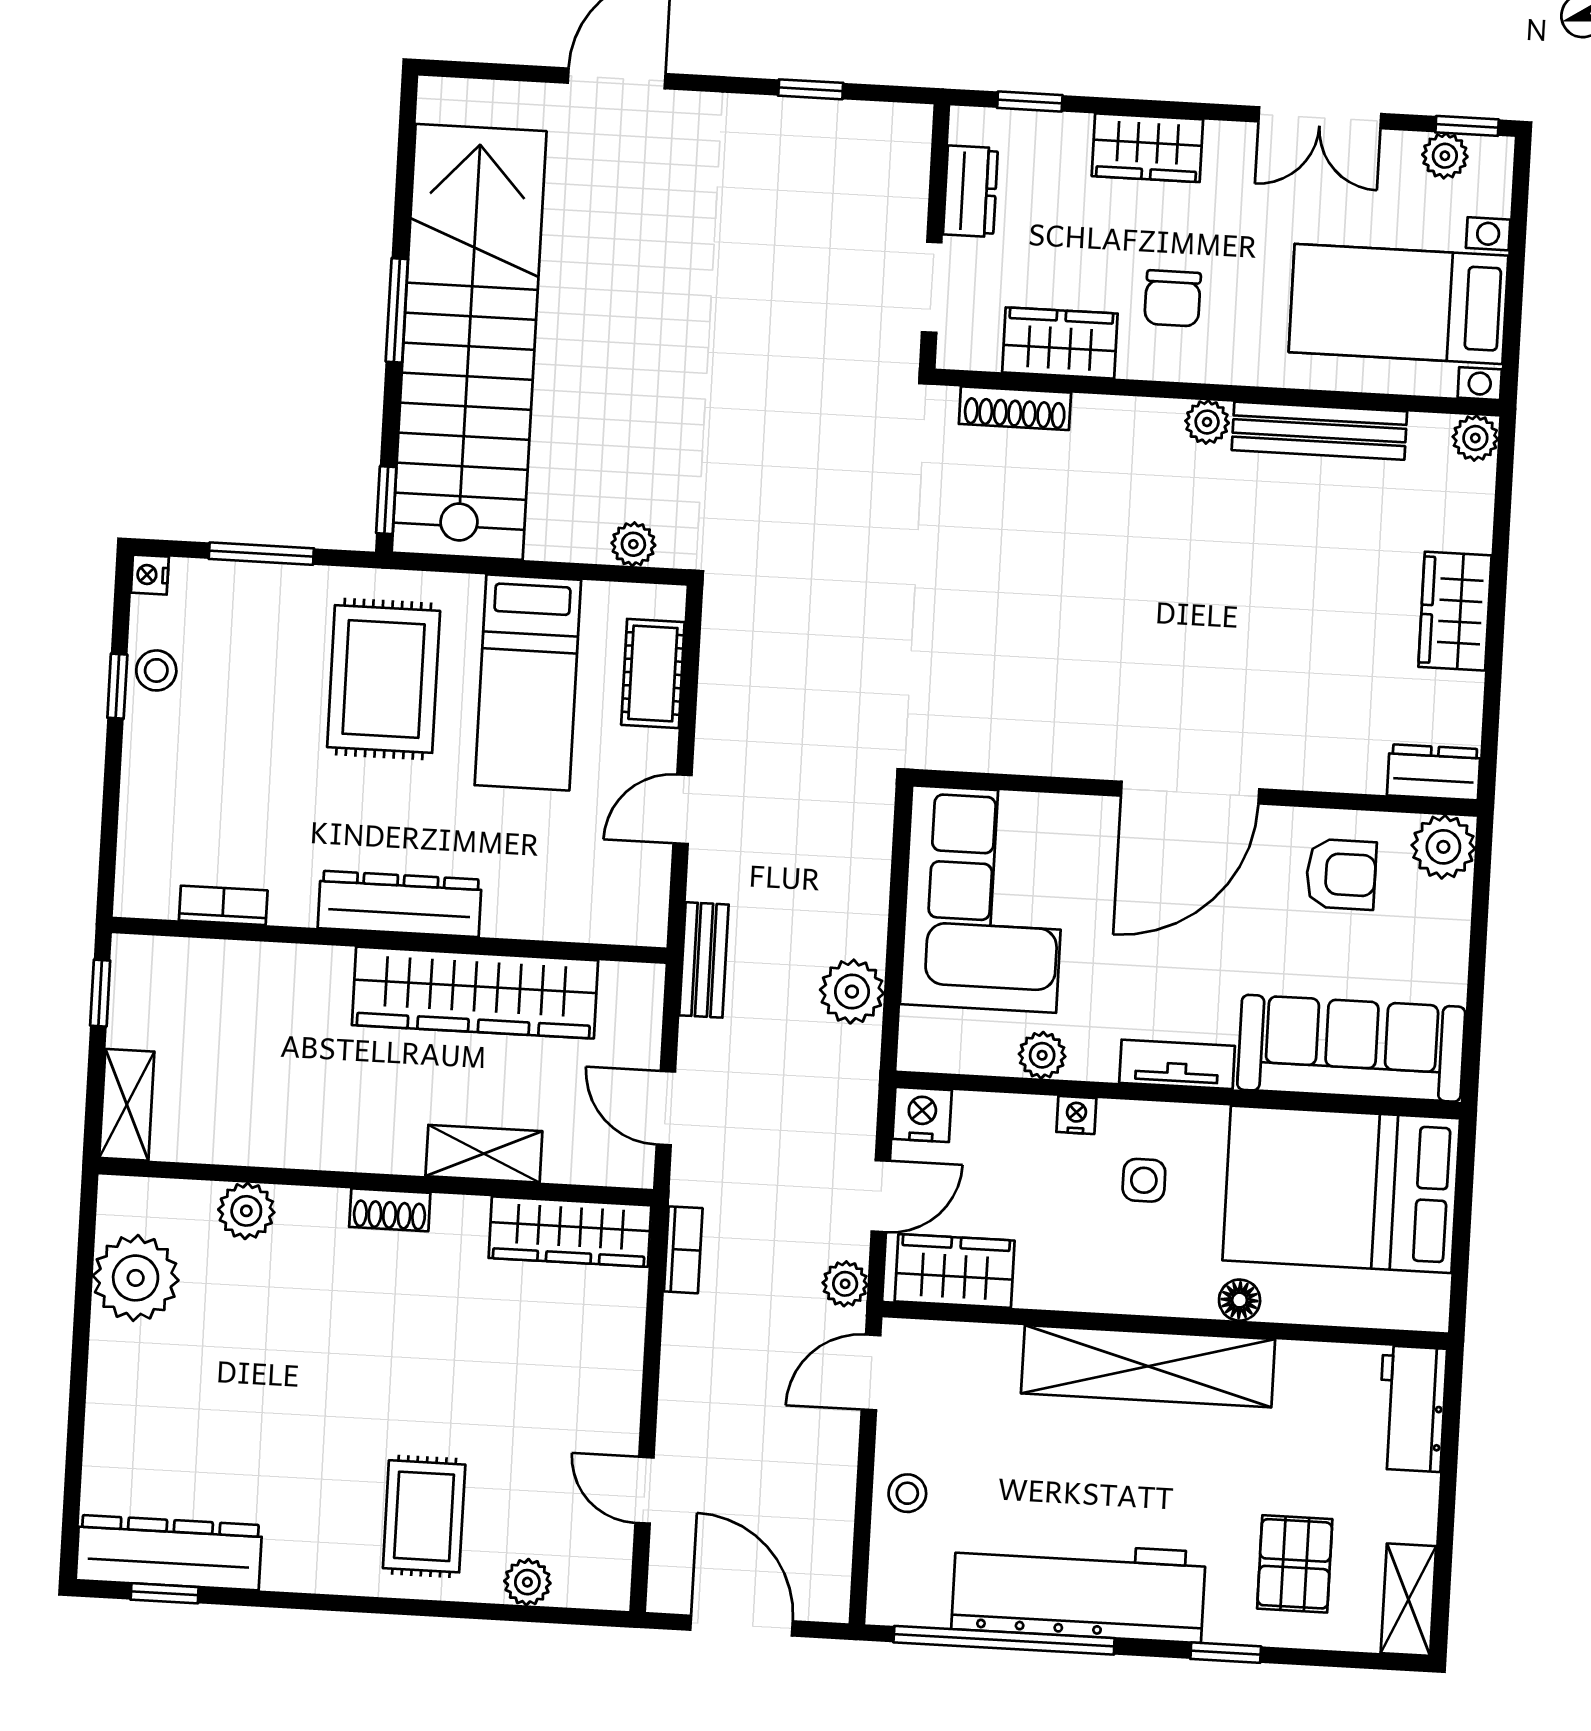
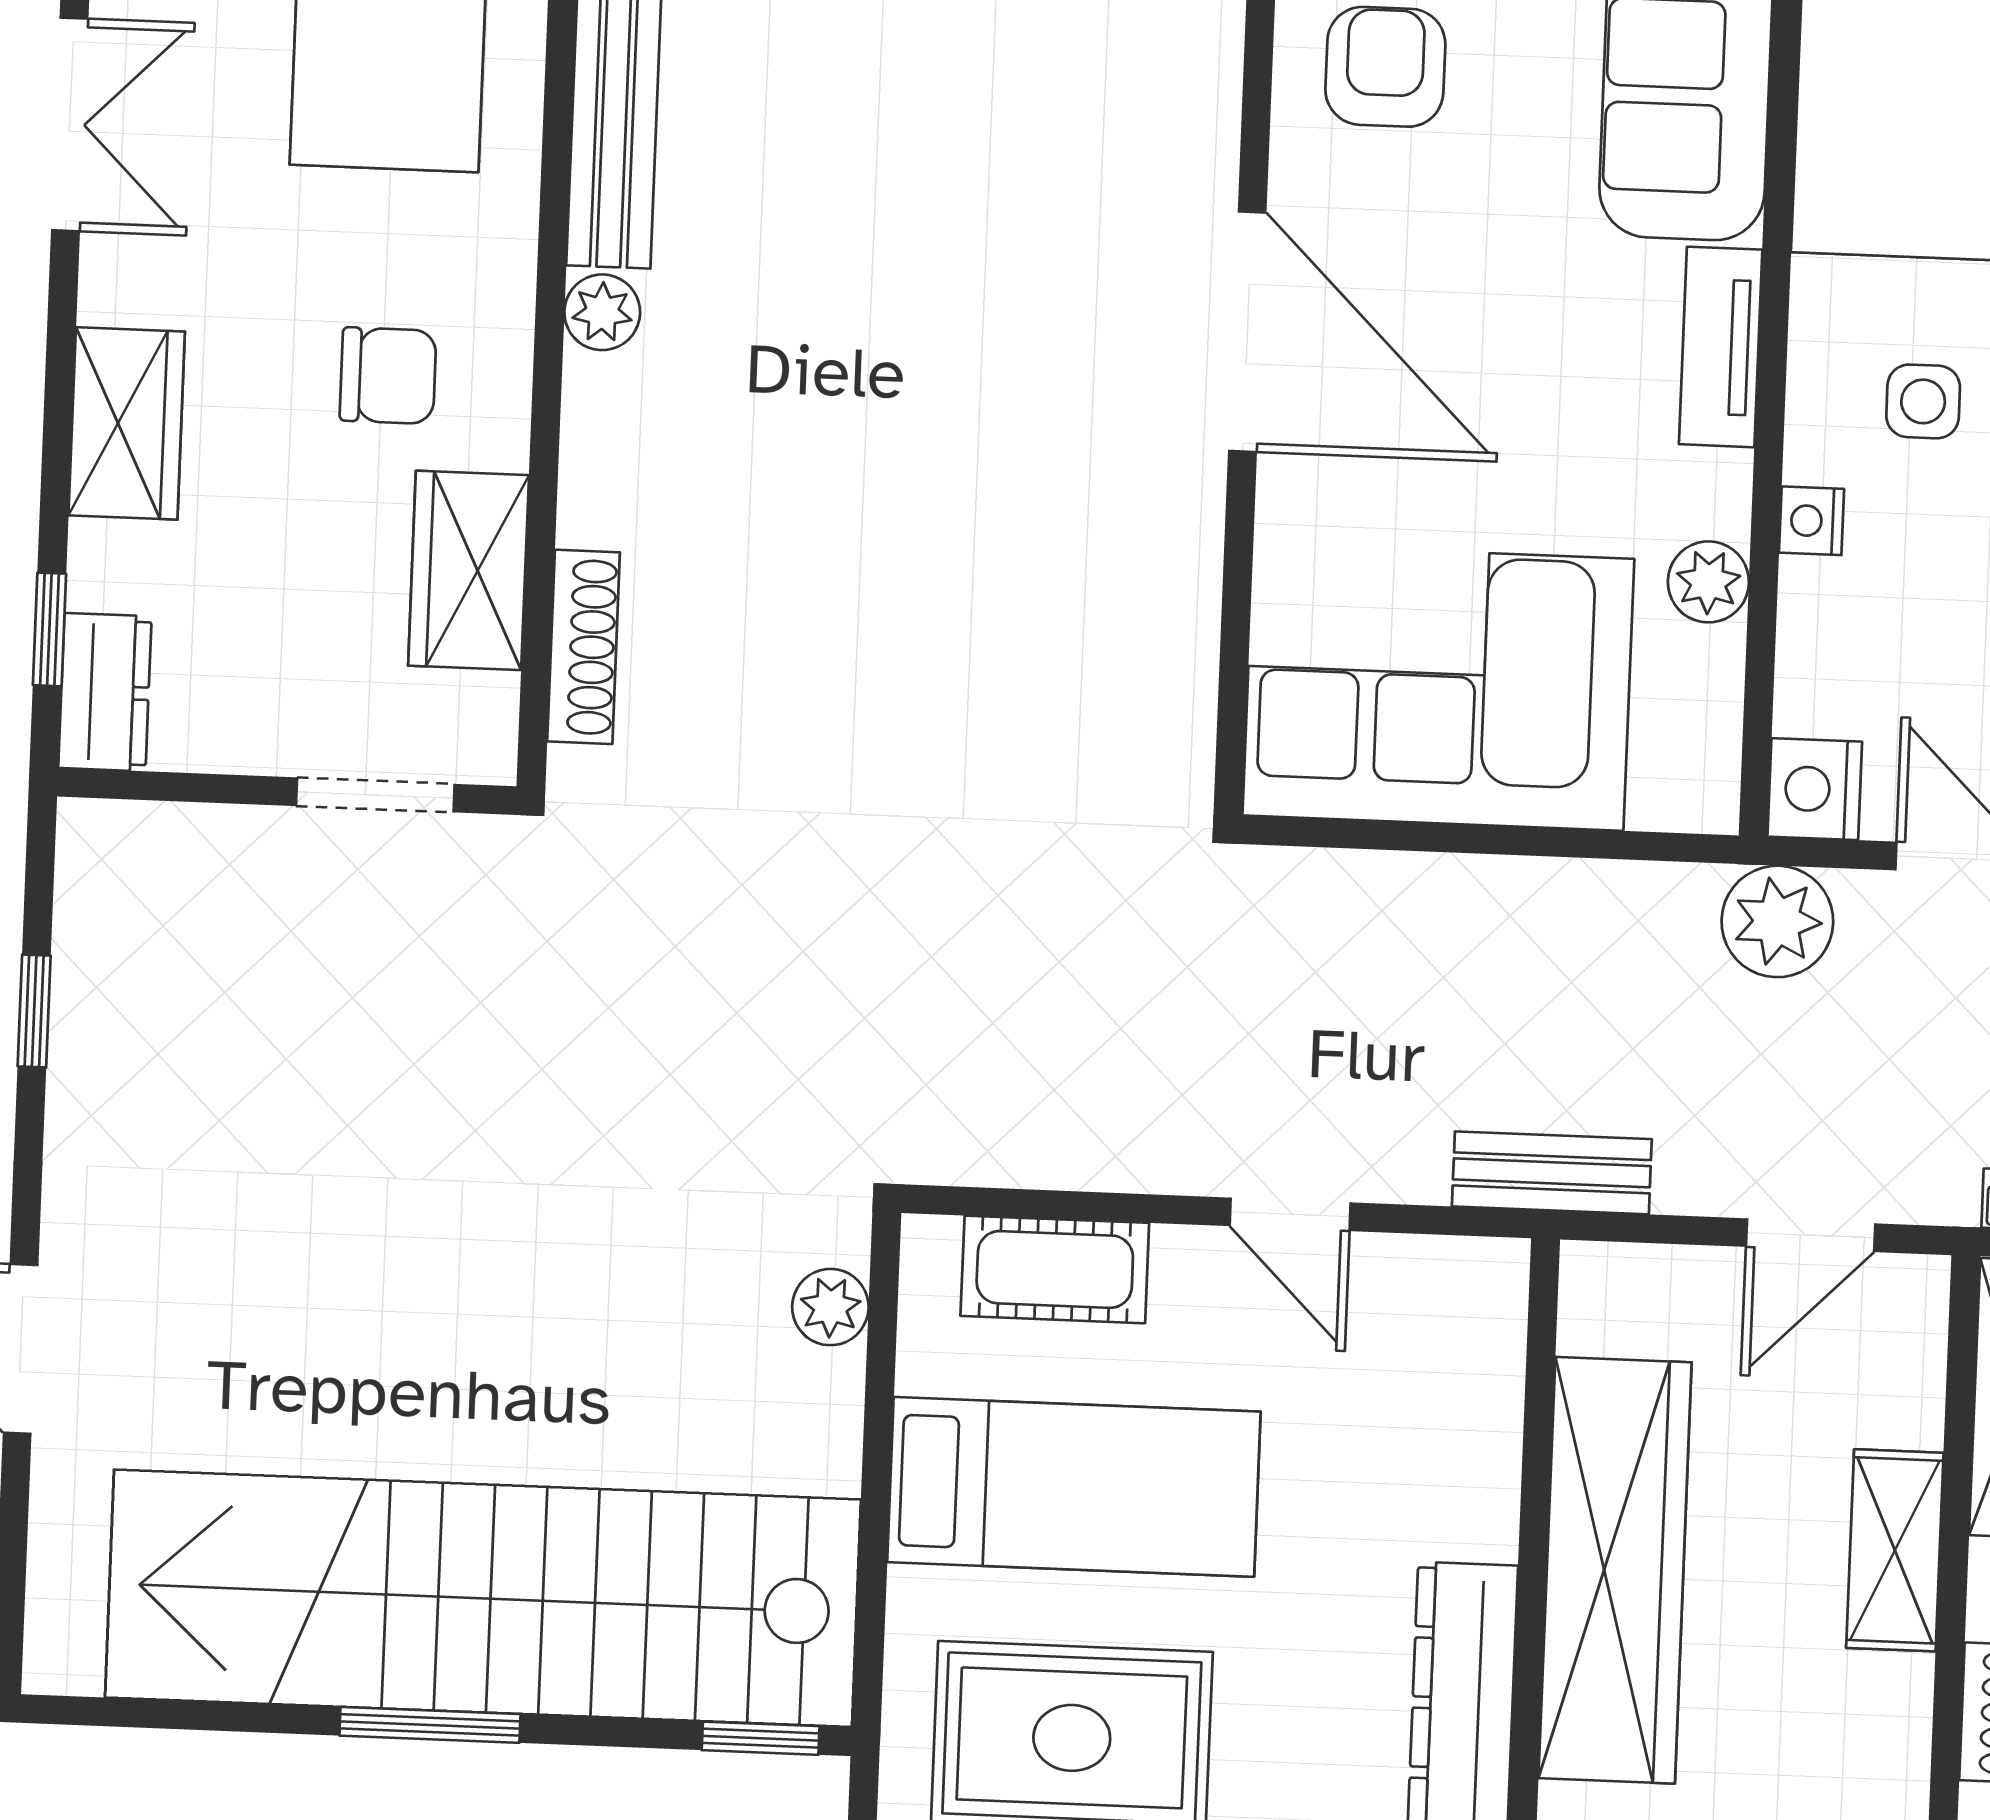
dresser: (970, 191) -> (105, 692), moved, turned 90
plant: (852, 992) -> (1777, 921), moved

